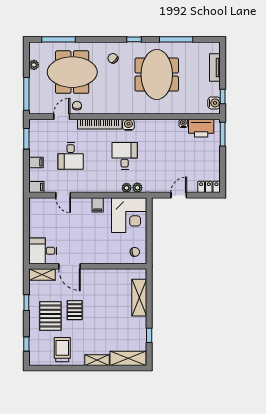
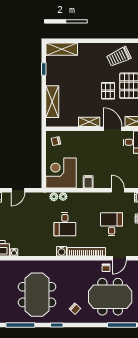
trolley: (62, 350) -> (119, 57), turned 65
shelving: (97, 360) -> (89, 122), moved

